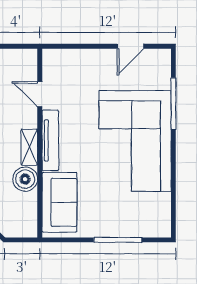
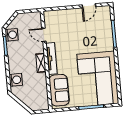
corner sofa: (135, 141) -> (98, 79), moved
boiler: (25, 179) -> (40, 80), removed

